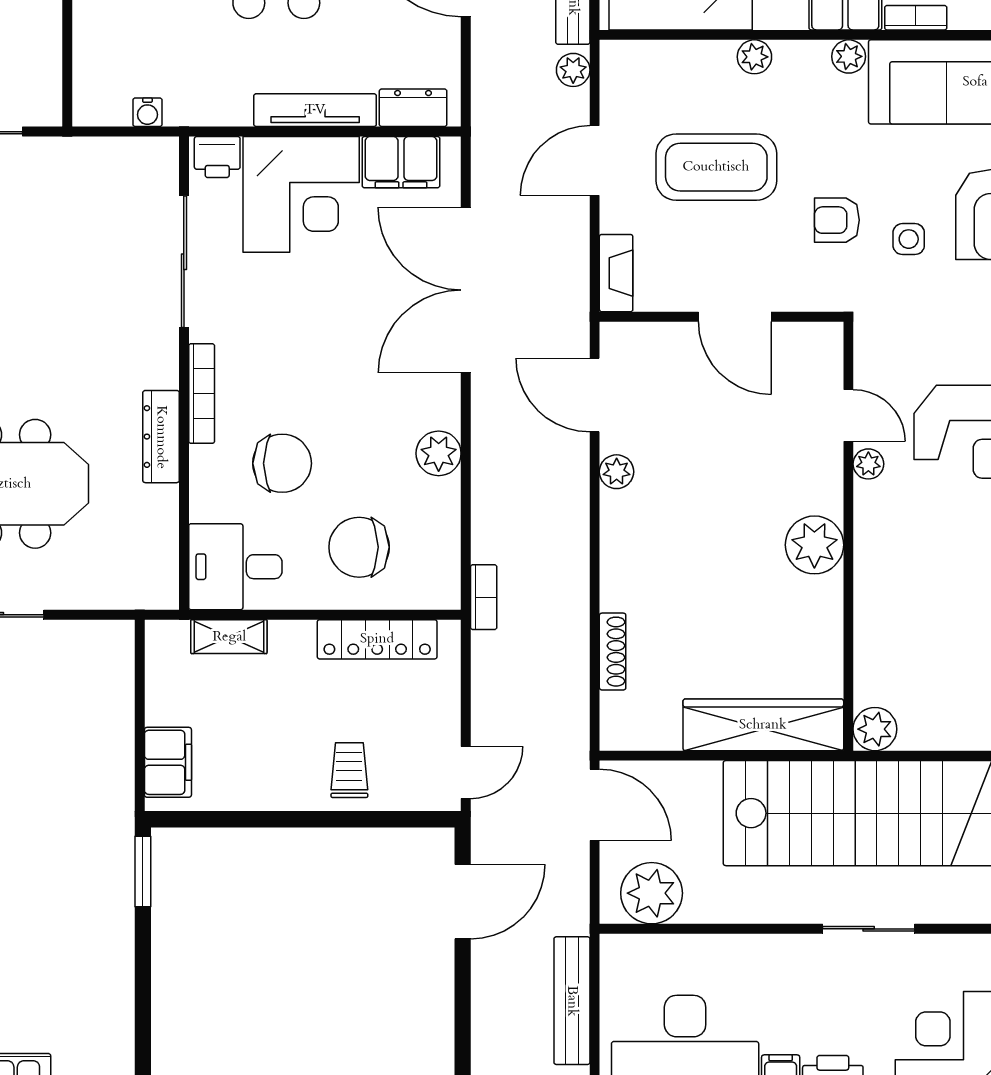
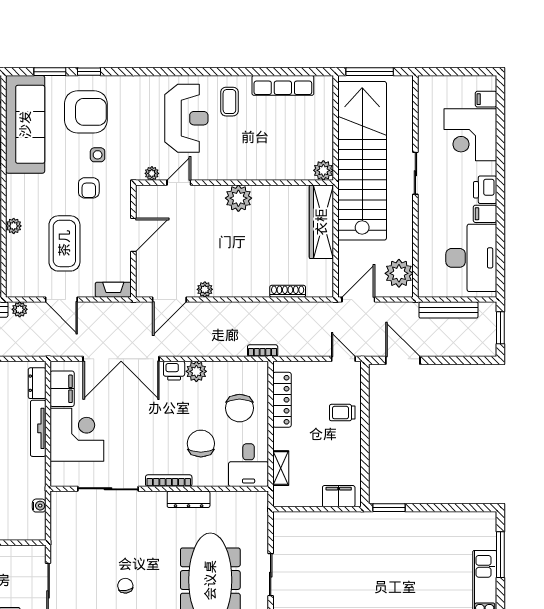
plant: (849, 56) -> (13, 182), removed
printer: (217, 157) -> (174, 371), moved, turned 90
plant: (868, 464) -> (152, 173), moved

